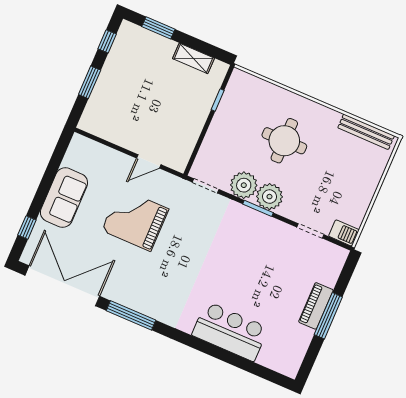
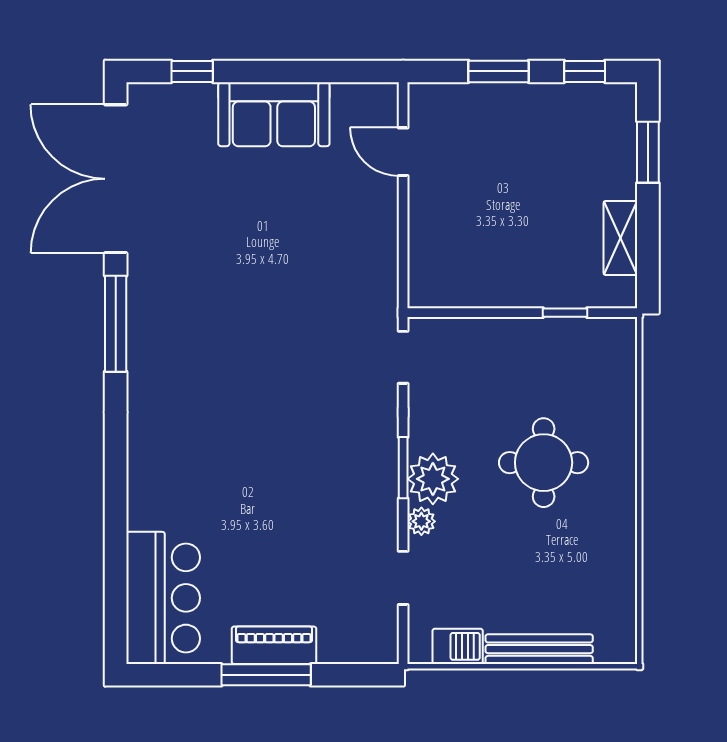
bench: (366, 132) -> (539, 649), moved, turned 90
door: (149, 161) -> (403, 152), moved
plant: (244, 185) -> (421, 521), moved, width x0.53, depth x0.53
grand piano: (135, 220) -> (289, 258), removed
barbecue: (344, 233) -> (458, 646), moved, turned -90
double door: (62, 286) -> (116, 179), swing flipped
bar counter: (230, 331) -> (163, 598), moved

